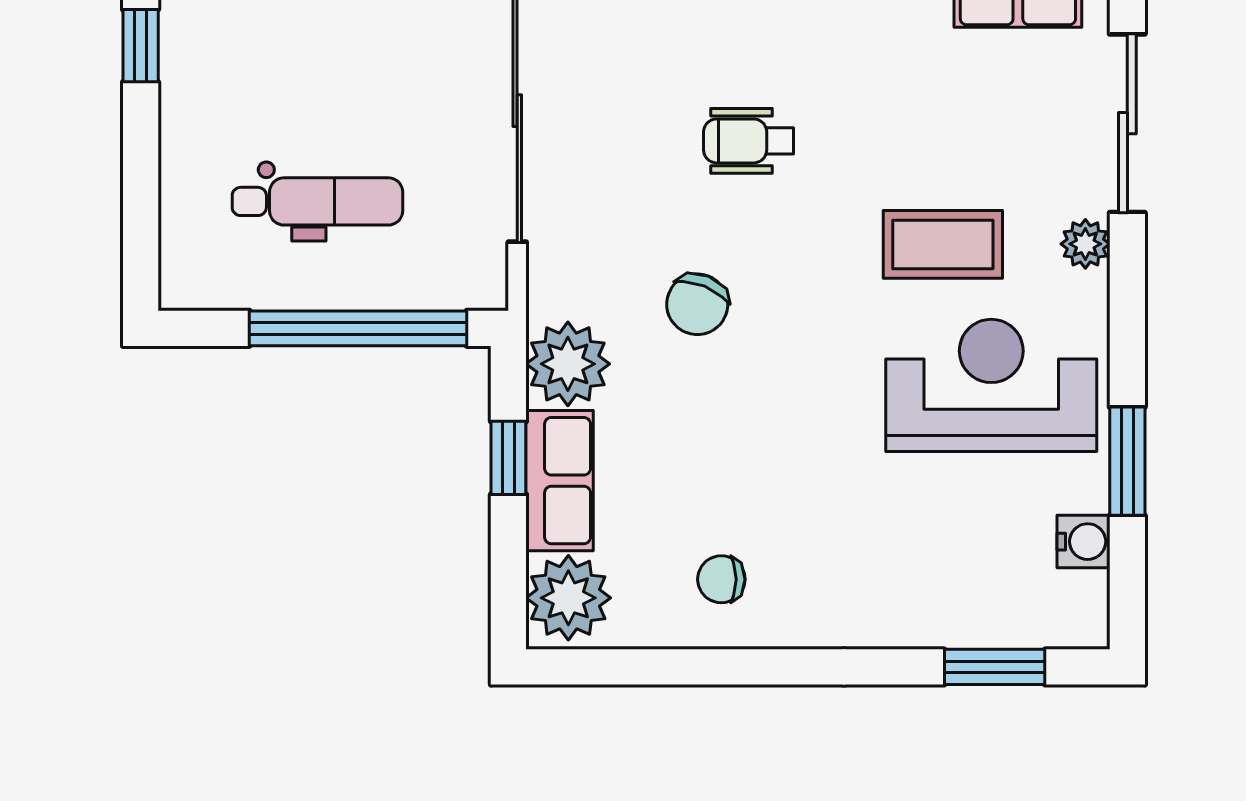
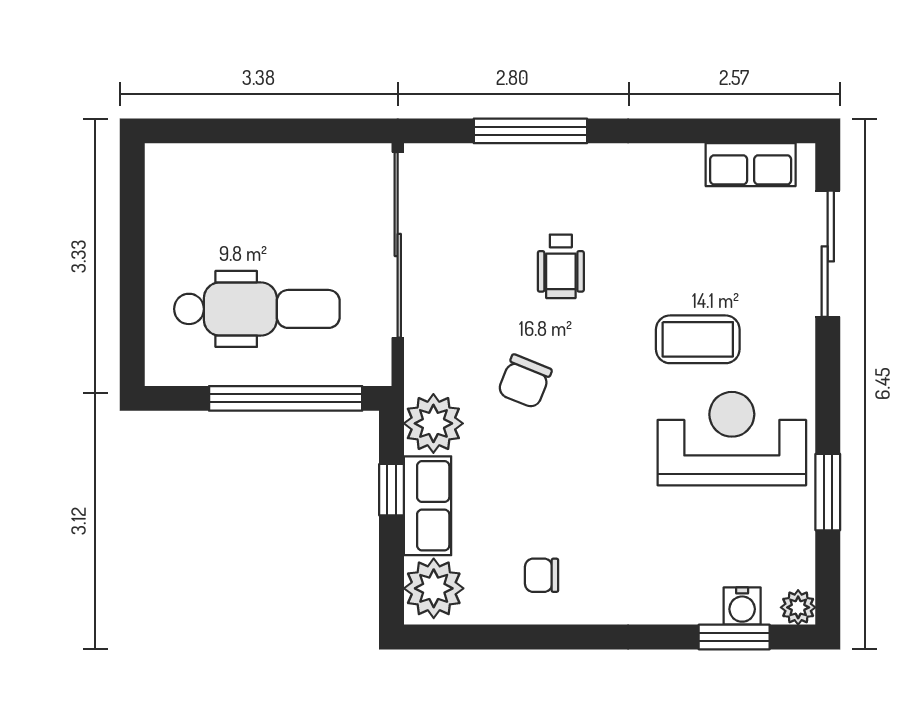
window: (141, 46) -> (132, 199), removed
wheelchair: (749, 141) -> (561, 266), turned -90
dental chair: (317, 201) -> (257, 309), width x1.36, depth x1.38
plant: (1085, 244) -> (798, 607), moved
water cooler: (1083, 542) -> (742, 606), moved, turned 90

